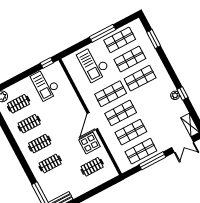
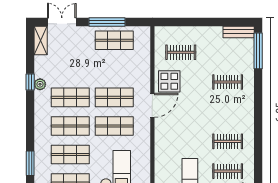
shop shelf: (131, 132) -> (70, 97), moved
clothes rail: (40, 144) -> (228, 112), removed

